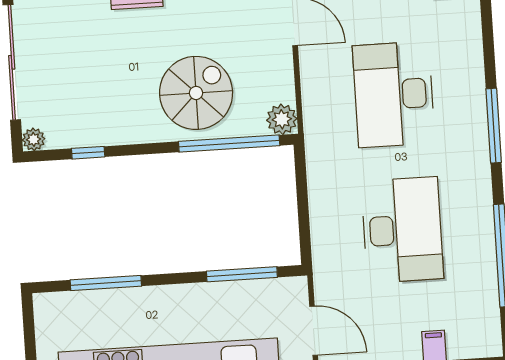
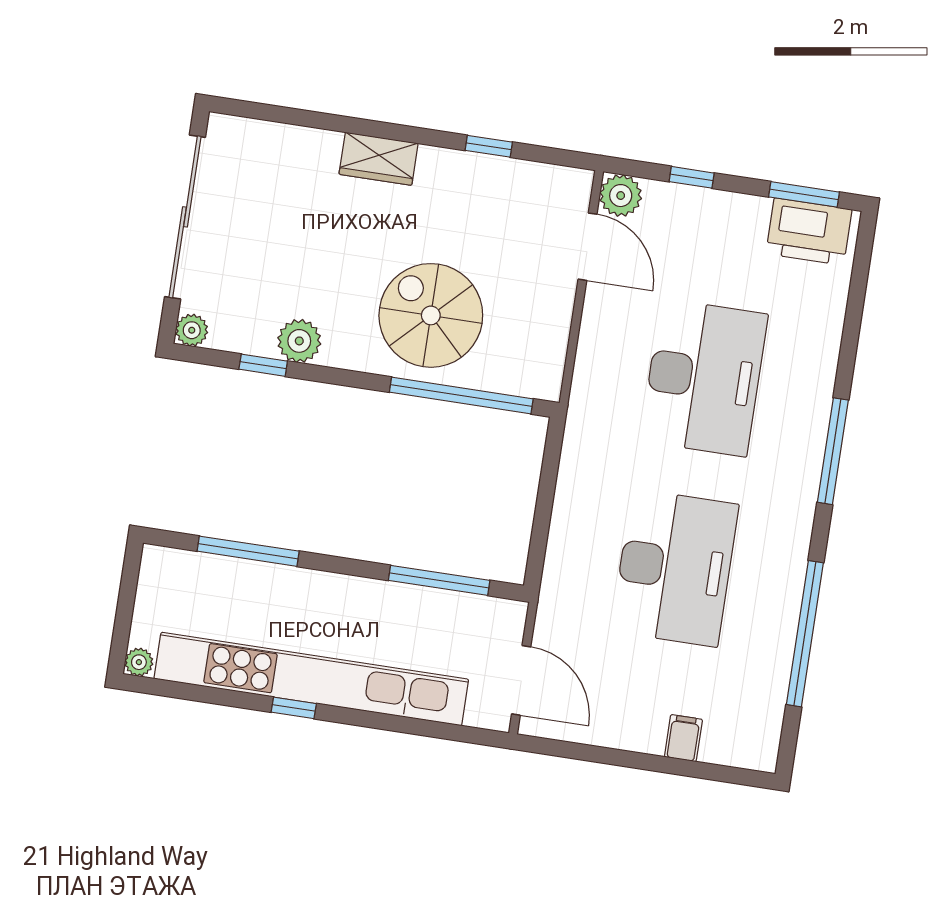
spiral stairs: (196, 93) -> (431, 315), turned -90
desk: (394, 94) -> (704, 378), turned 180
plant: (282, 119) -> (299, 341), moved

